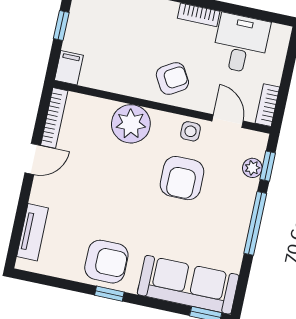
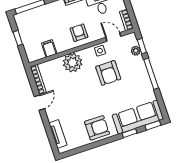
filing cabinet: (69, 68) -> (49, 48), moved
armchair: (172, 79) -> (79, 33), turned -60
window: (109, 294) -> (129, 133), moved

